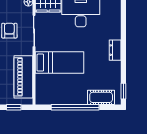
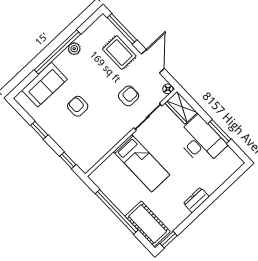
piano: (23, 77) -> (101, 144), removed
cot: (101, 97) -> (148, 224), width x1.37, depth x1.34

